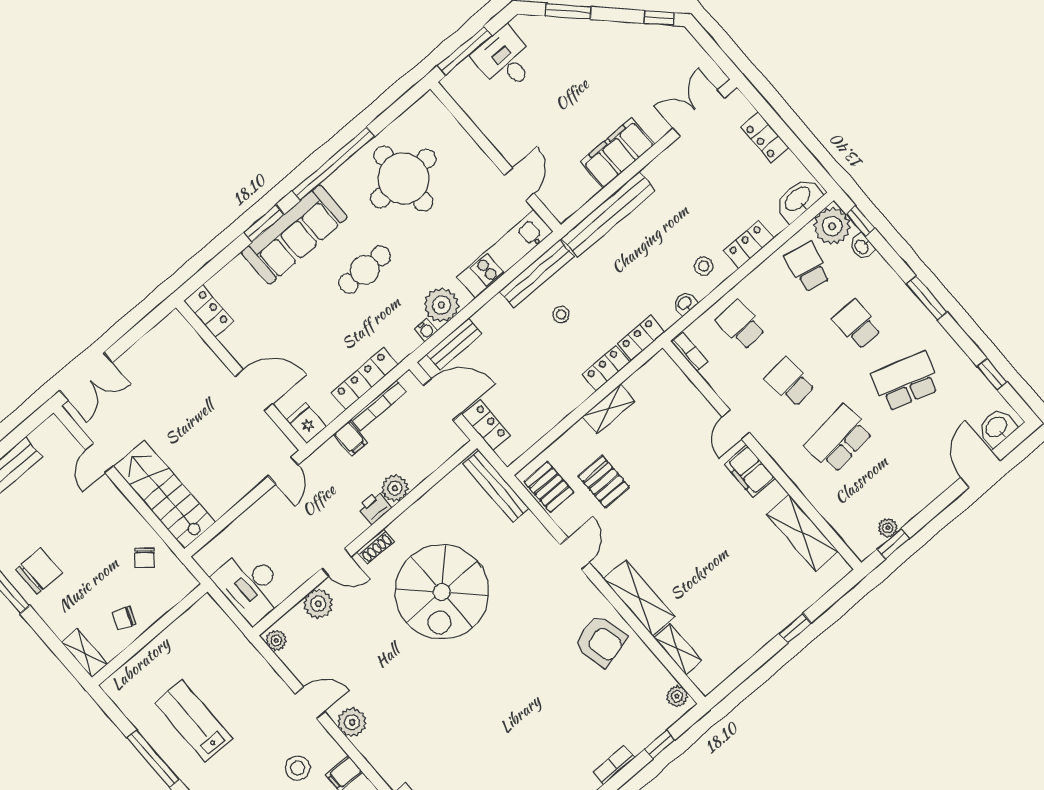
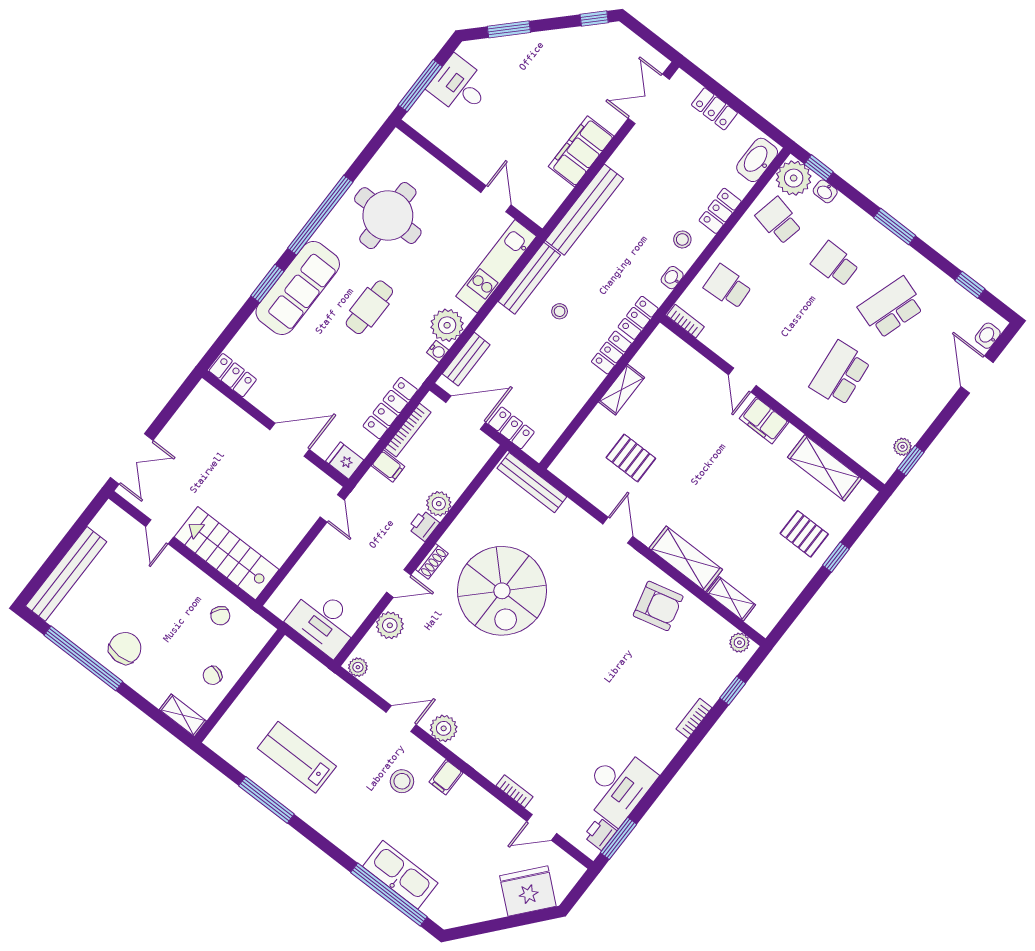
school desk: (790, 382) -> (784, 330), removed
washbasin: (997, 427) -> (988, 336), width x0.72, depth x0.69
pallet: (549, 487) -> (804, 534), moved

